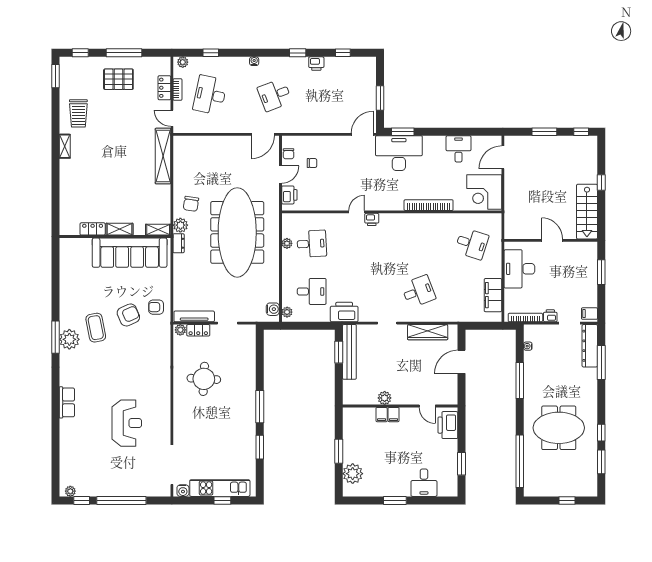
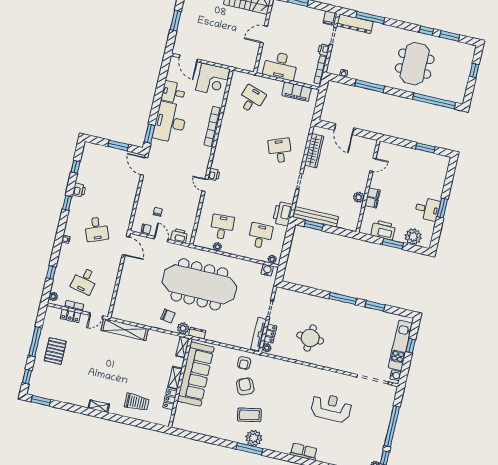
desk: (210, 95) -> (85, 281), width x0.73
trolley: (78, 113) -> (137, 402), moved
desk: (399, 153) -> (170, 122), moved
printer: (448, 425) -> (383, 230), moved, turned 180
desk: (424, 483) -> (427, 209), moved

